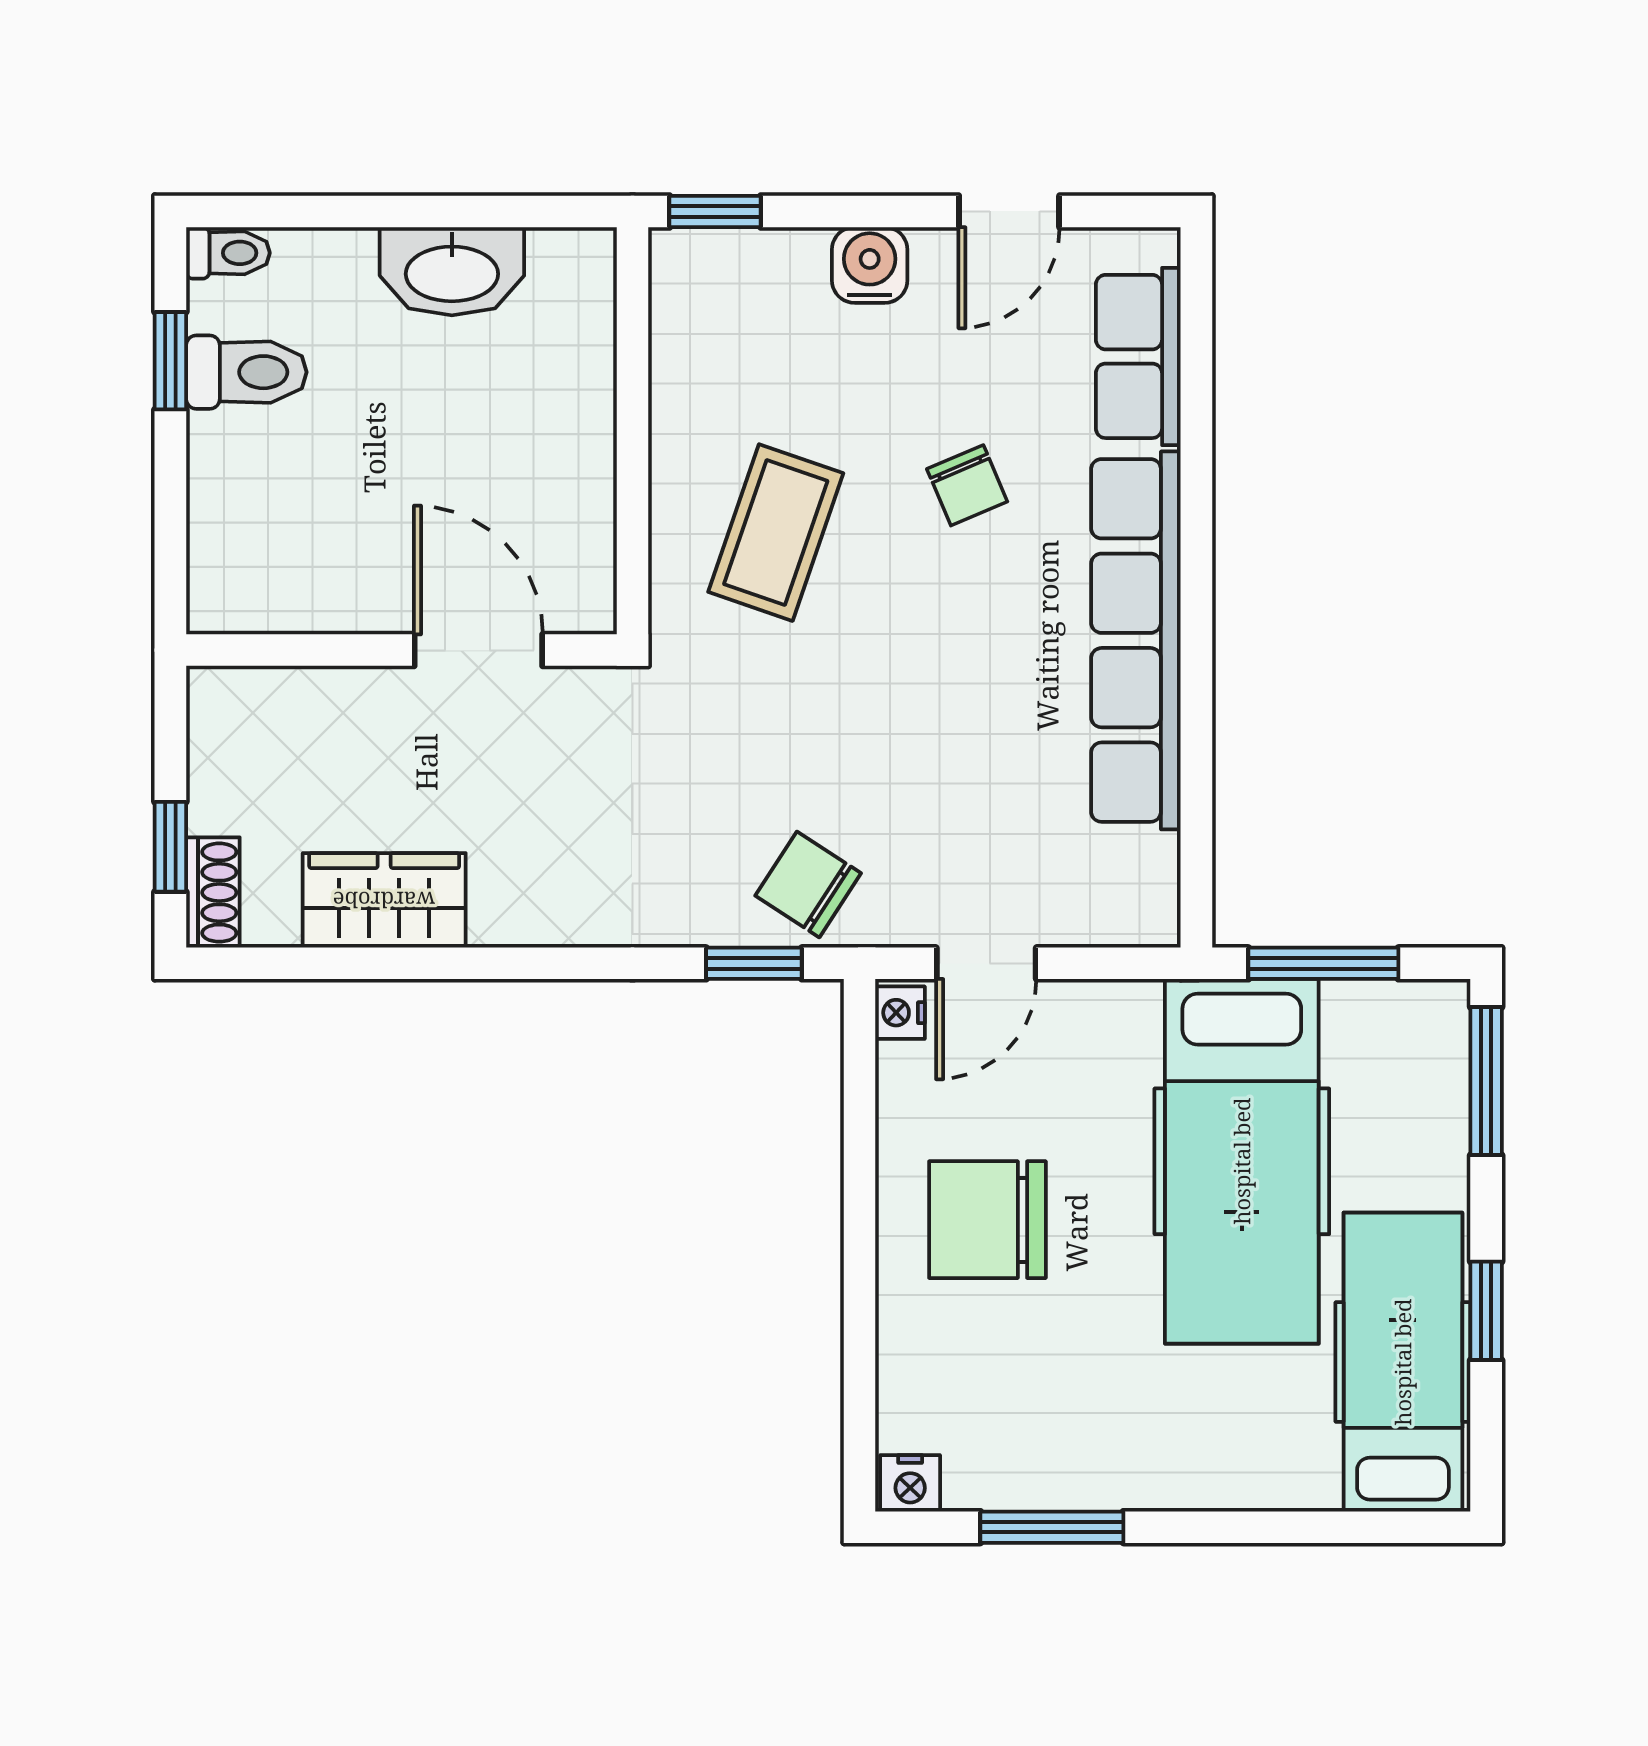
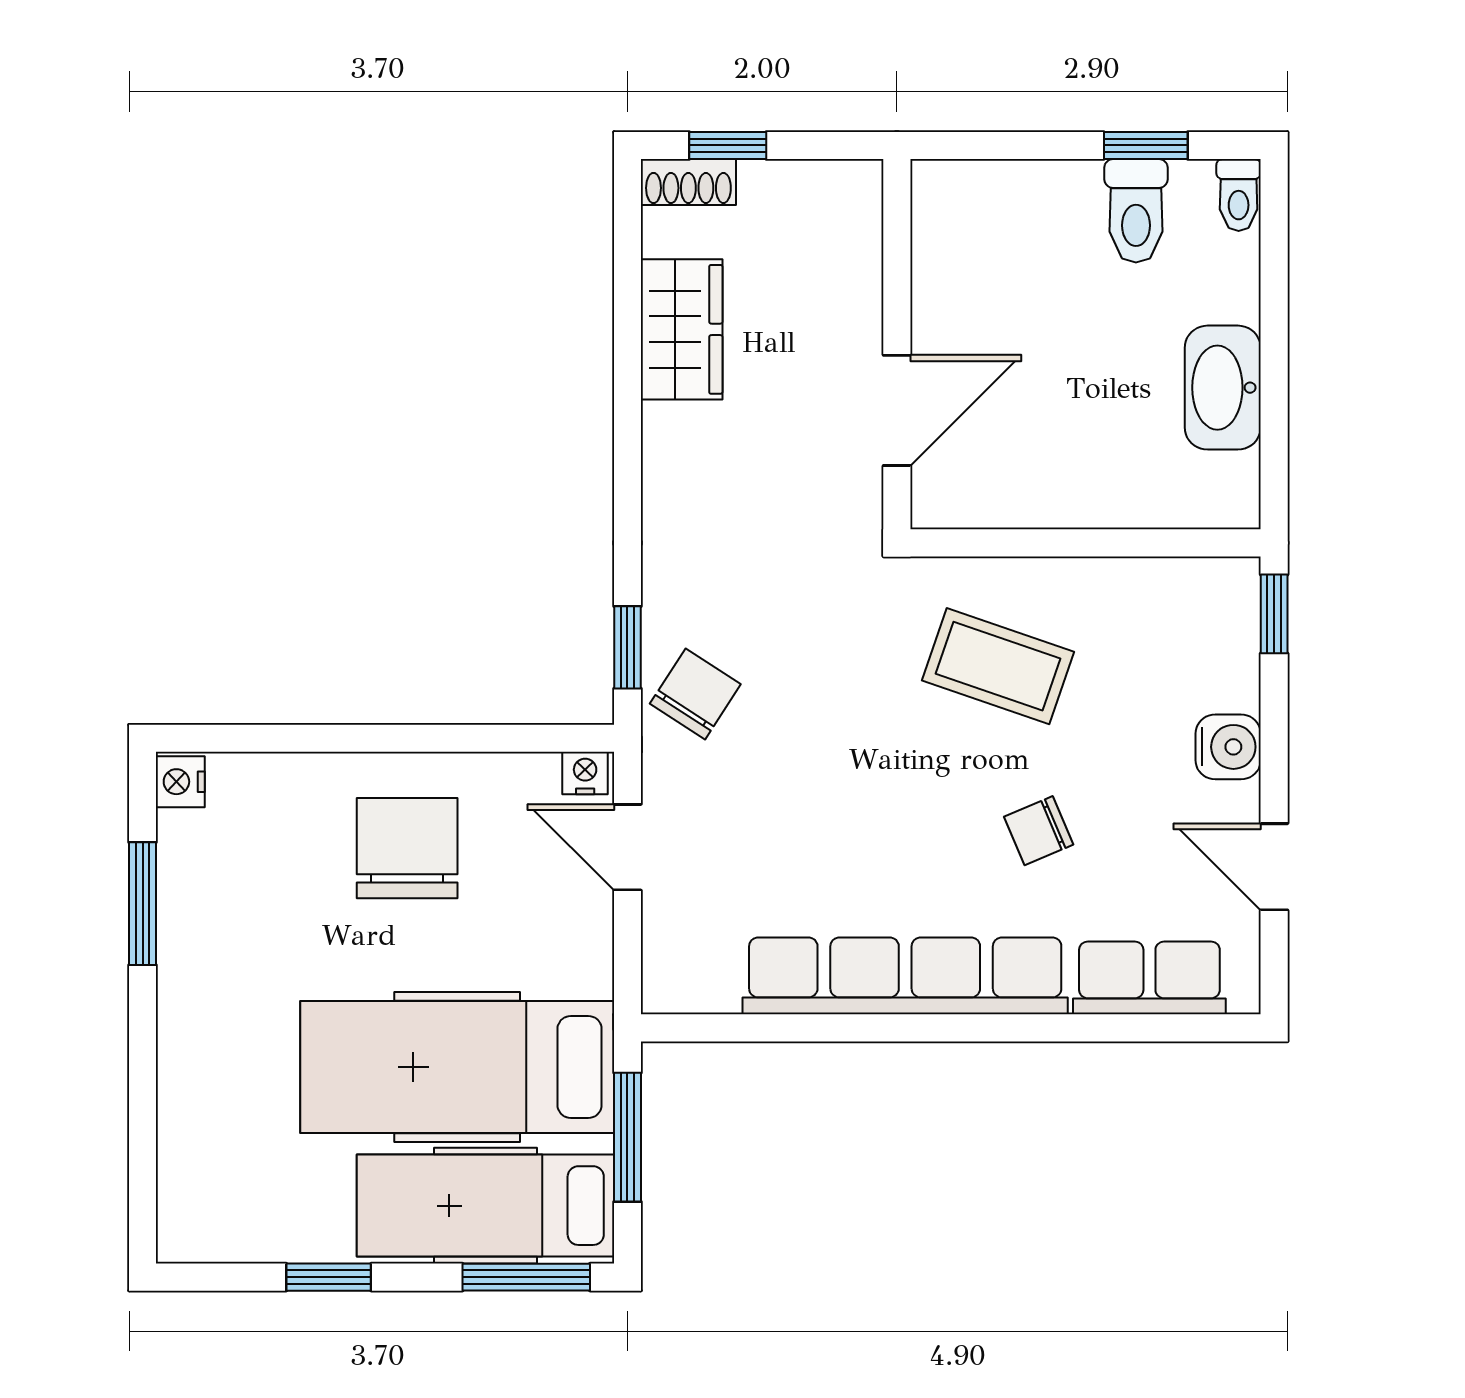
hospital bed: (1403, 1362) -> (485, 1206), moved, turned 180

